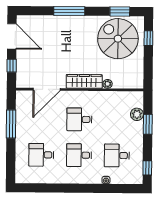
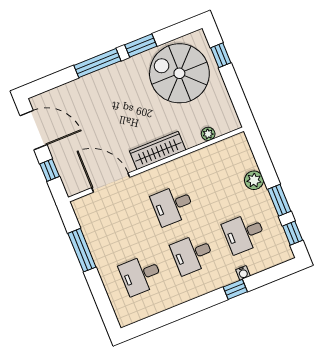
window: (120, 11) -> (141, 46), moved
plant: (108, 84) -> (208, 134), moved
door: (47, 89) -> (111, 183), swing flipped
plant: (137, 114) -> (254, 180), moved
window: (148, 124) -> (279, 200), moved
window: (97, 188) -> (235, 289), added

